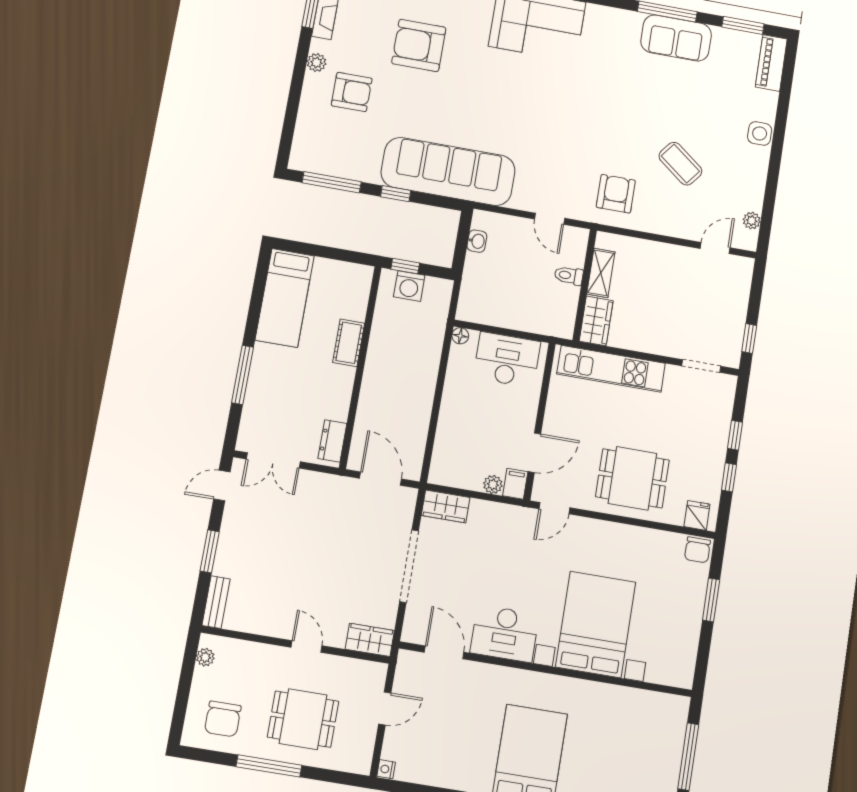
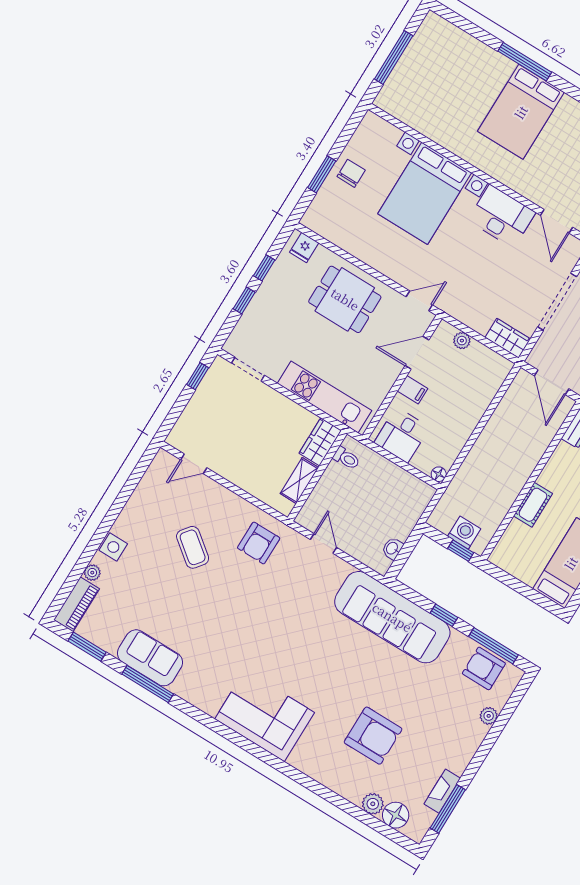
plant: (317, 63) -> (489, 716), moved
armchair: (352, 92) -> (484, 668), moved
plant: (752, 221) -> (92, 573), moved
toilet: (569, 276) -> (346, 458), moved
desk: (507, 360) -> (402, 435), width x0.73
filing cabinet: (515, 484) -> (412, 390), moved, turned -90
chair: (697, 550) -> (351, 173), moved

